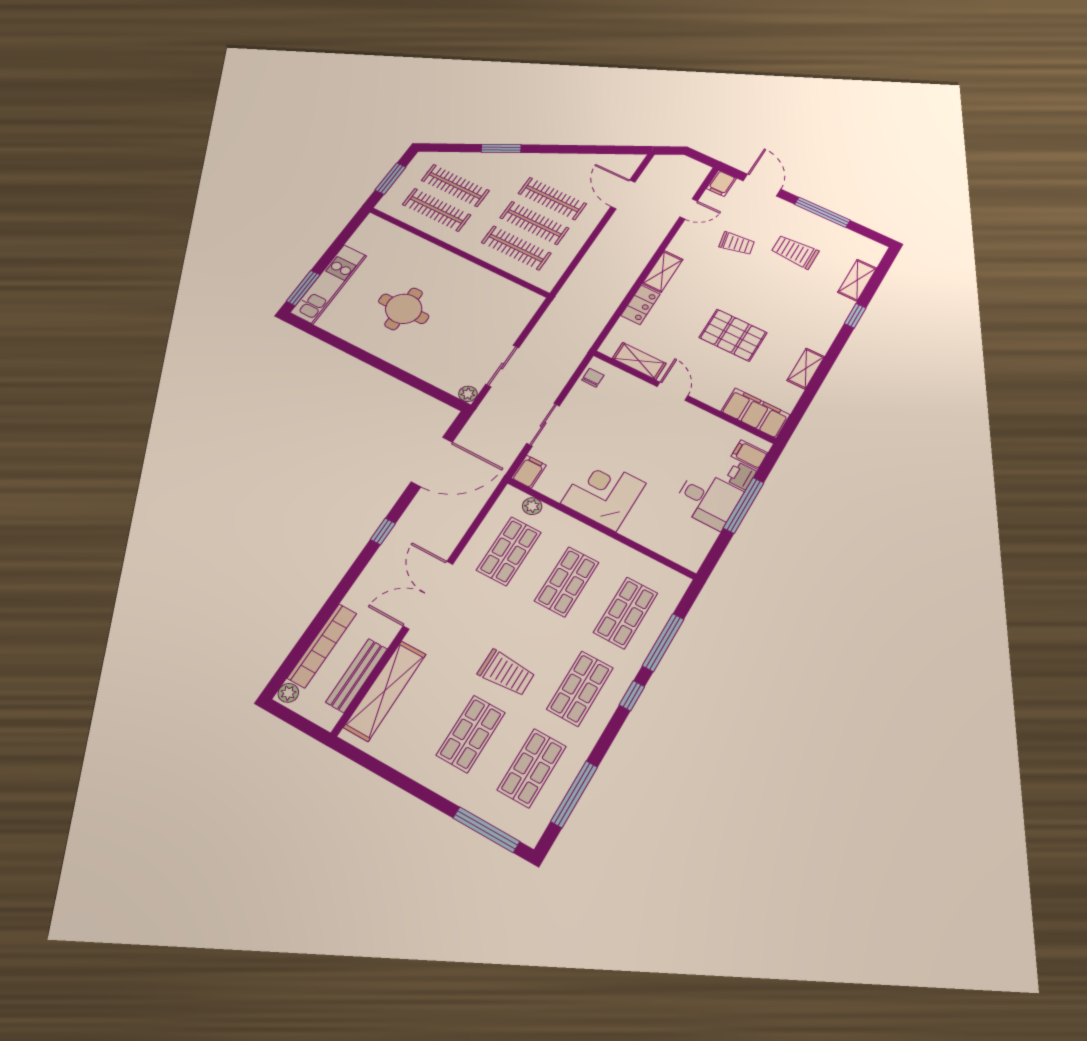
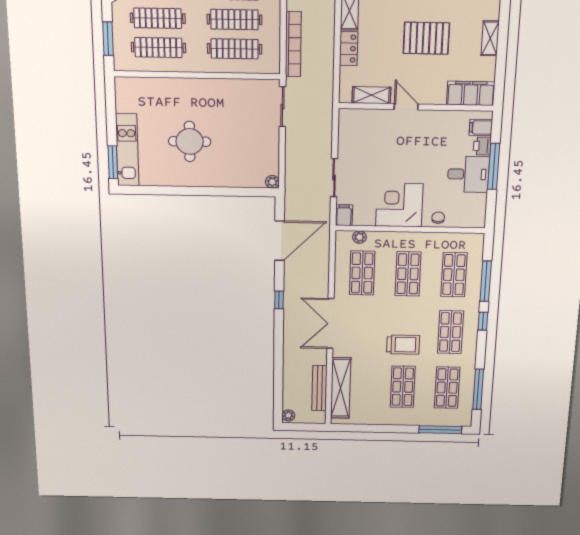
sliding door: (502, 366) -> (282, 107), moved
chair: (593, 378) -> (438, 218), moved
bookcase: (322, 646) -> (293, 44), moved

